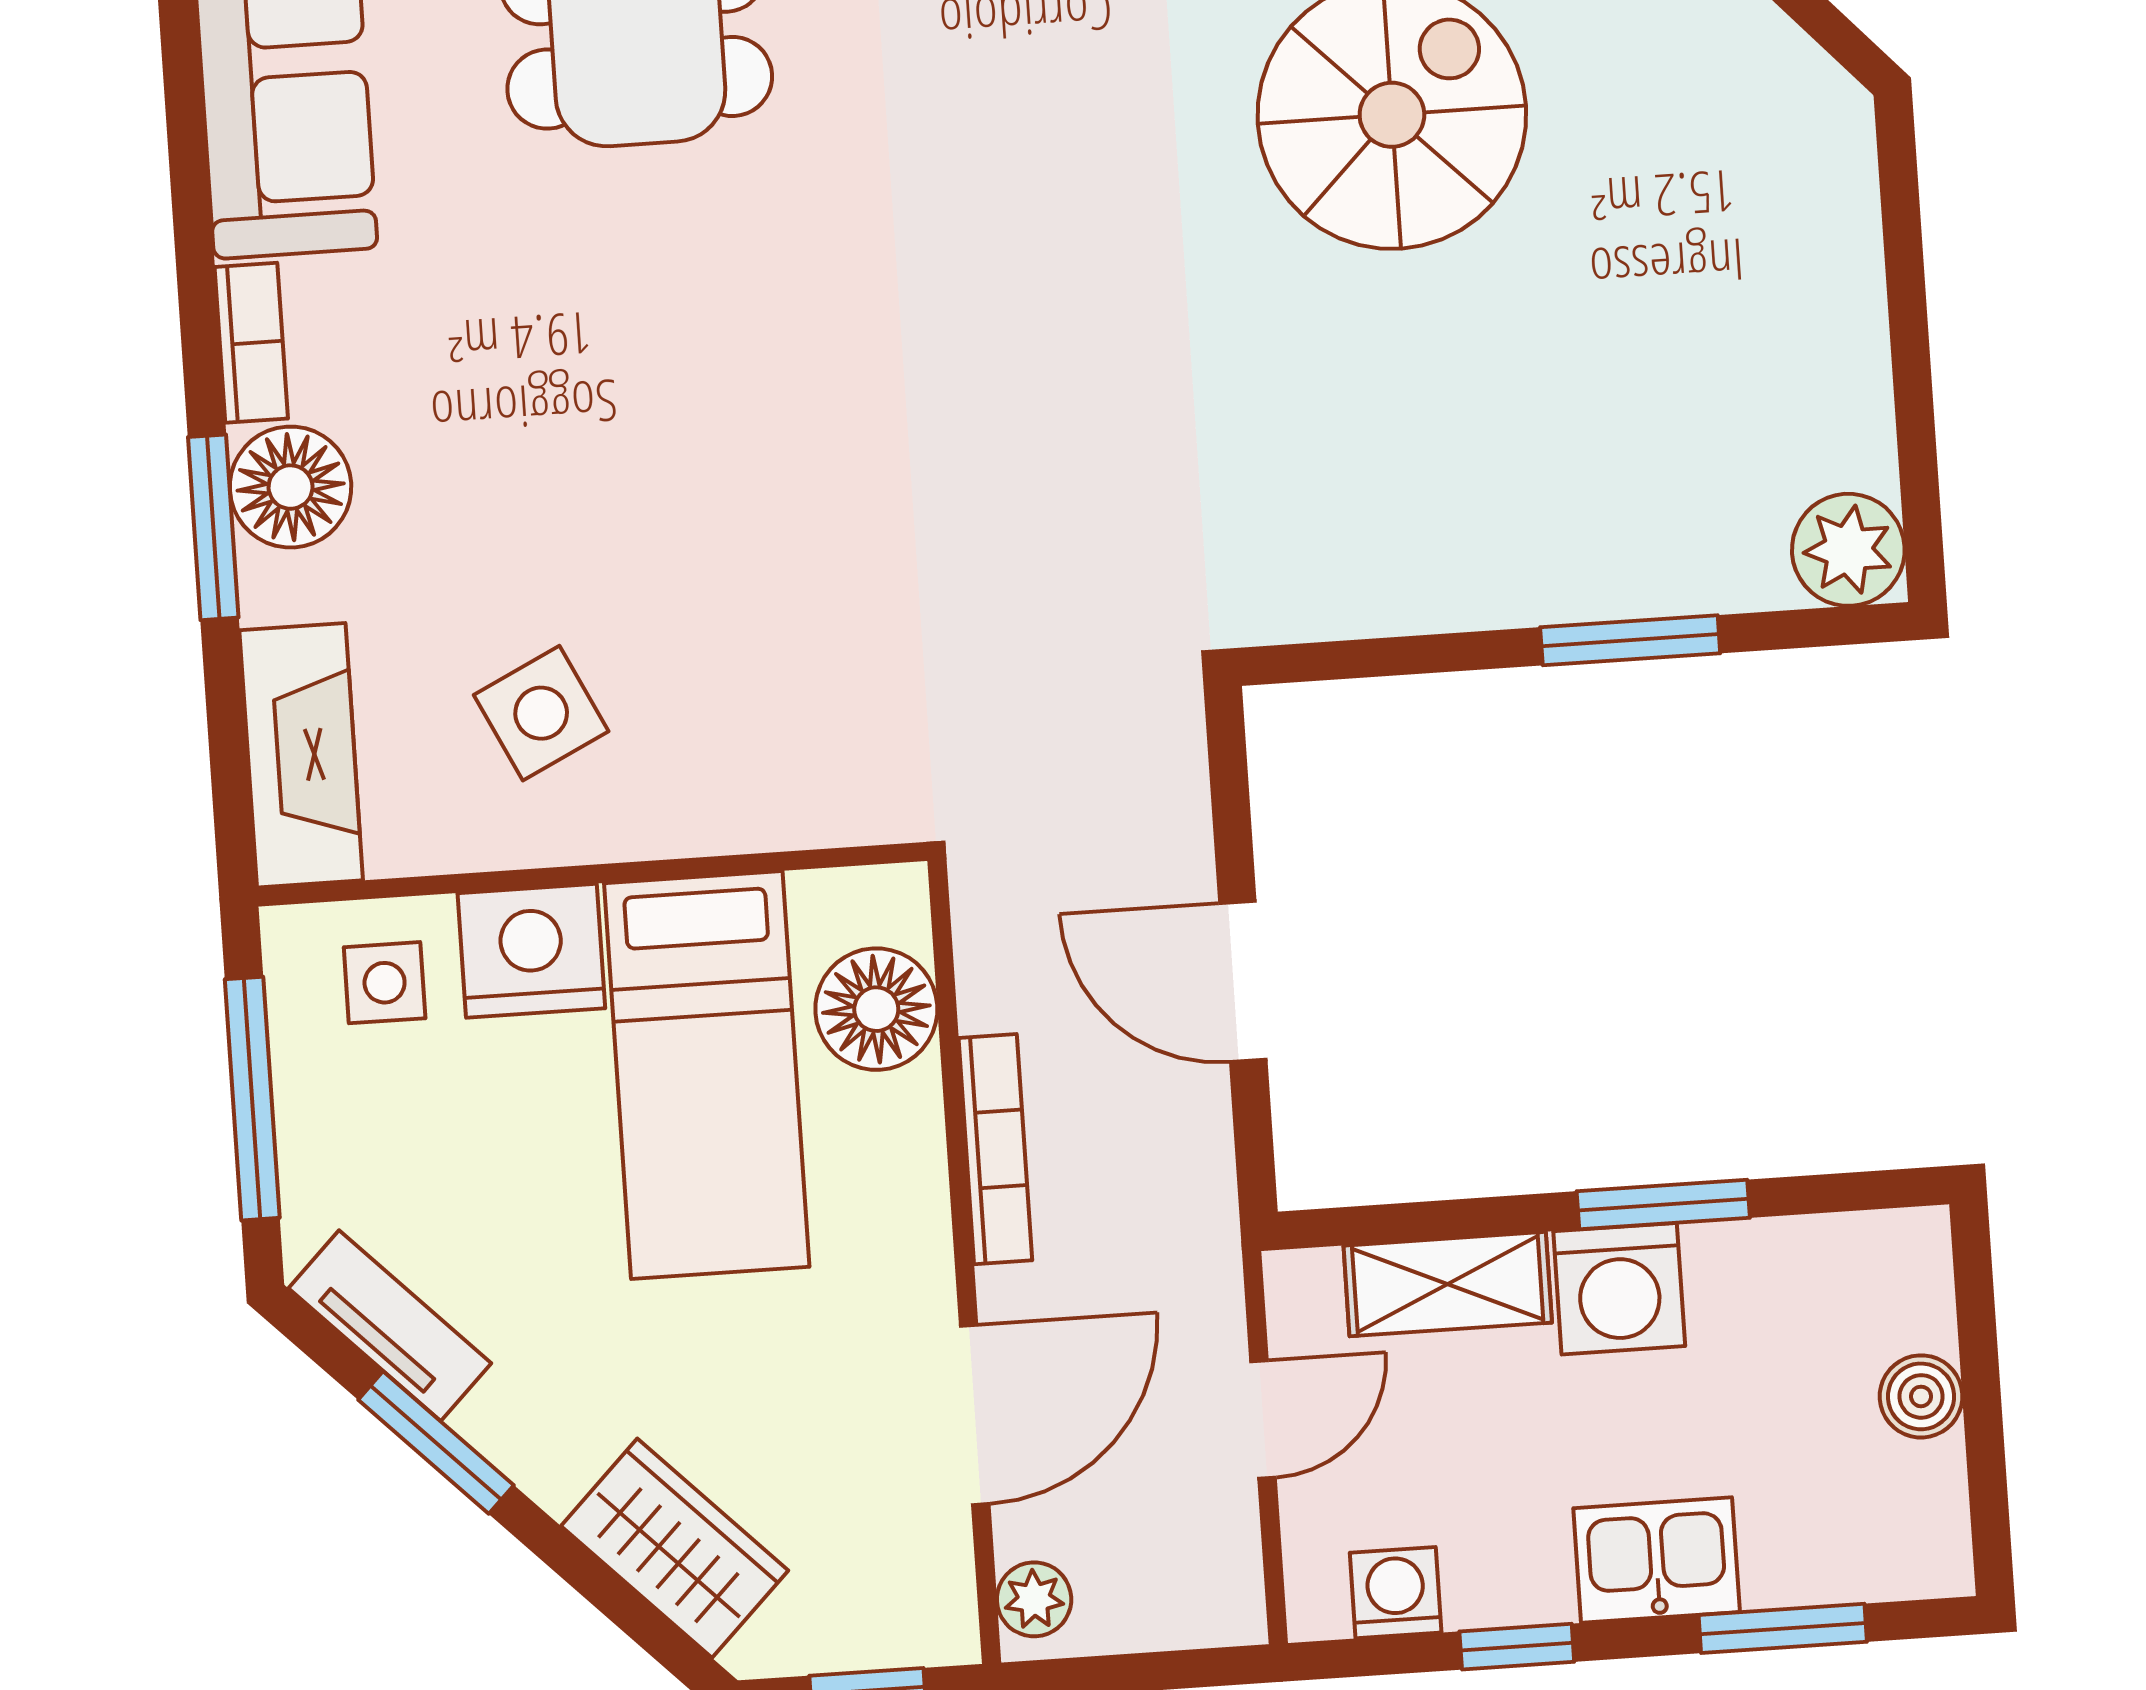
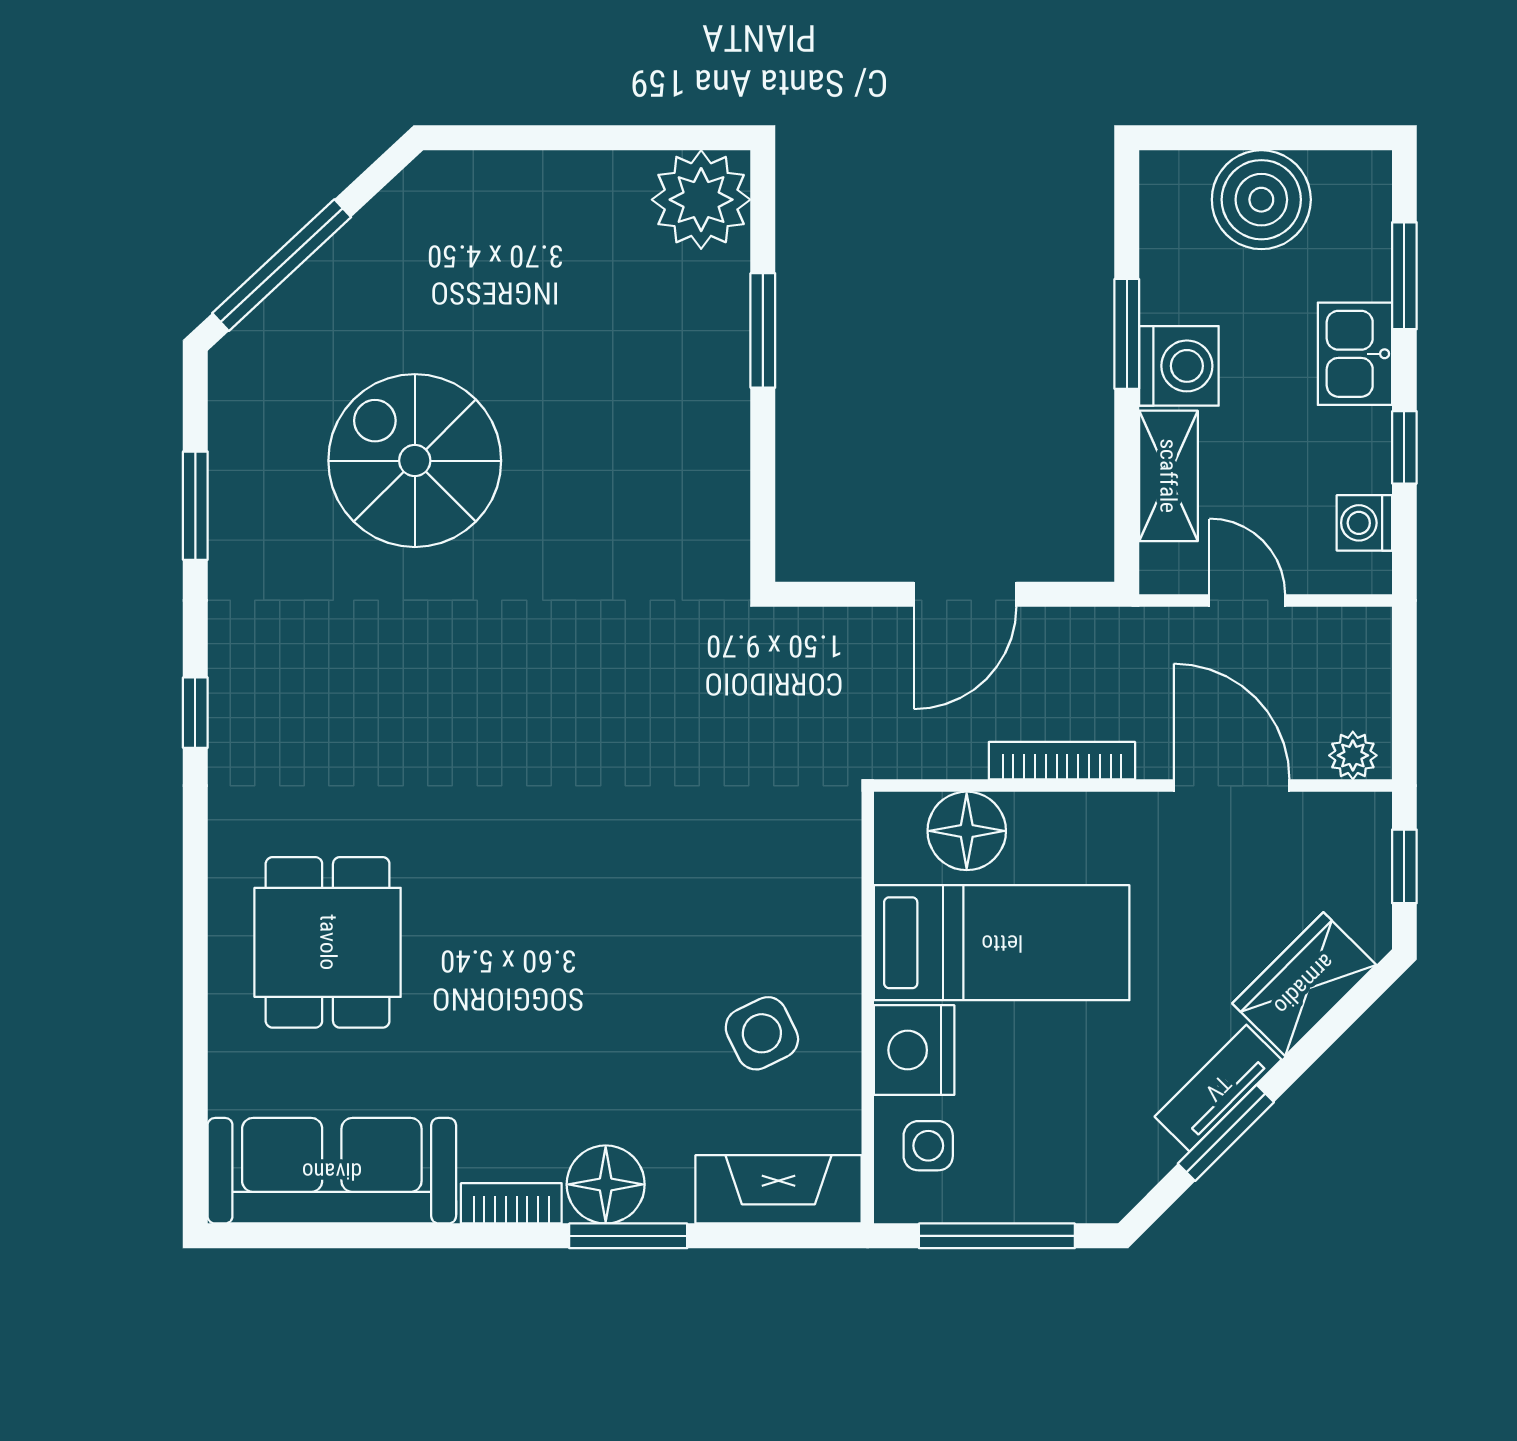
plant: (1848, 550) -> (701, 200), width x1.36, depth x1.36
tv unit: (390, 1326) -> (1218, 1088), moved
boiler: (1921, 1396) -> (1261, 200), width x1.86, depth x1.86

